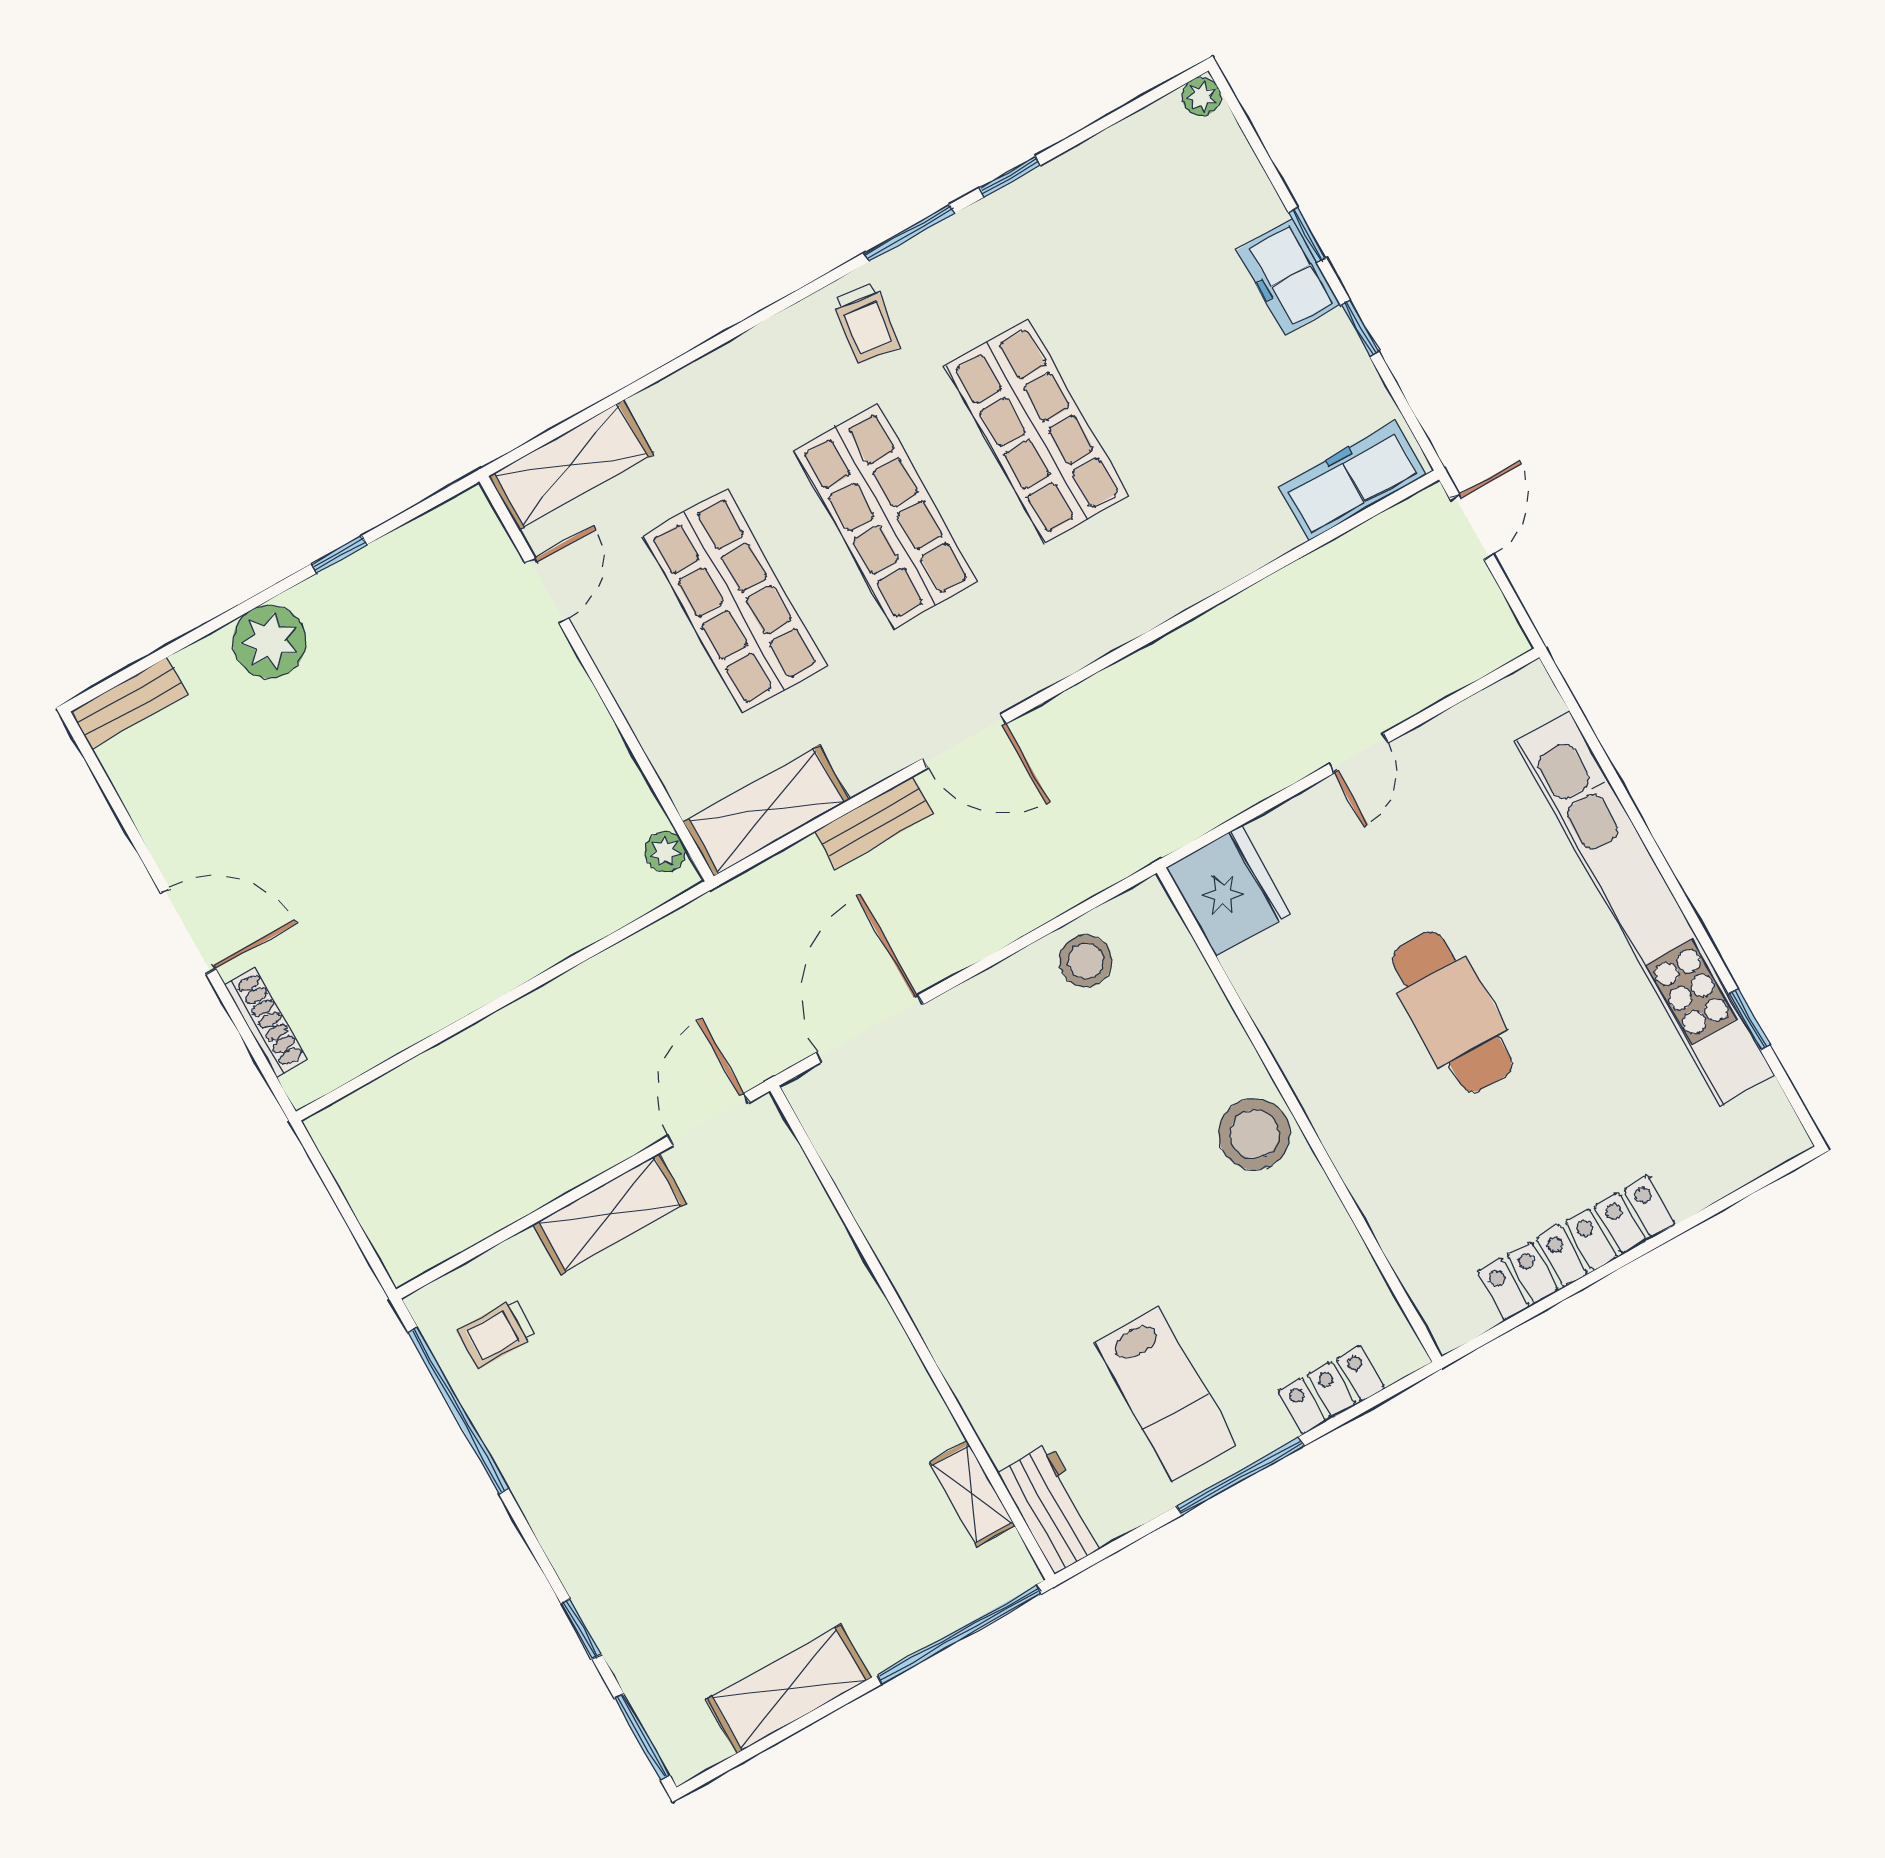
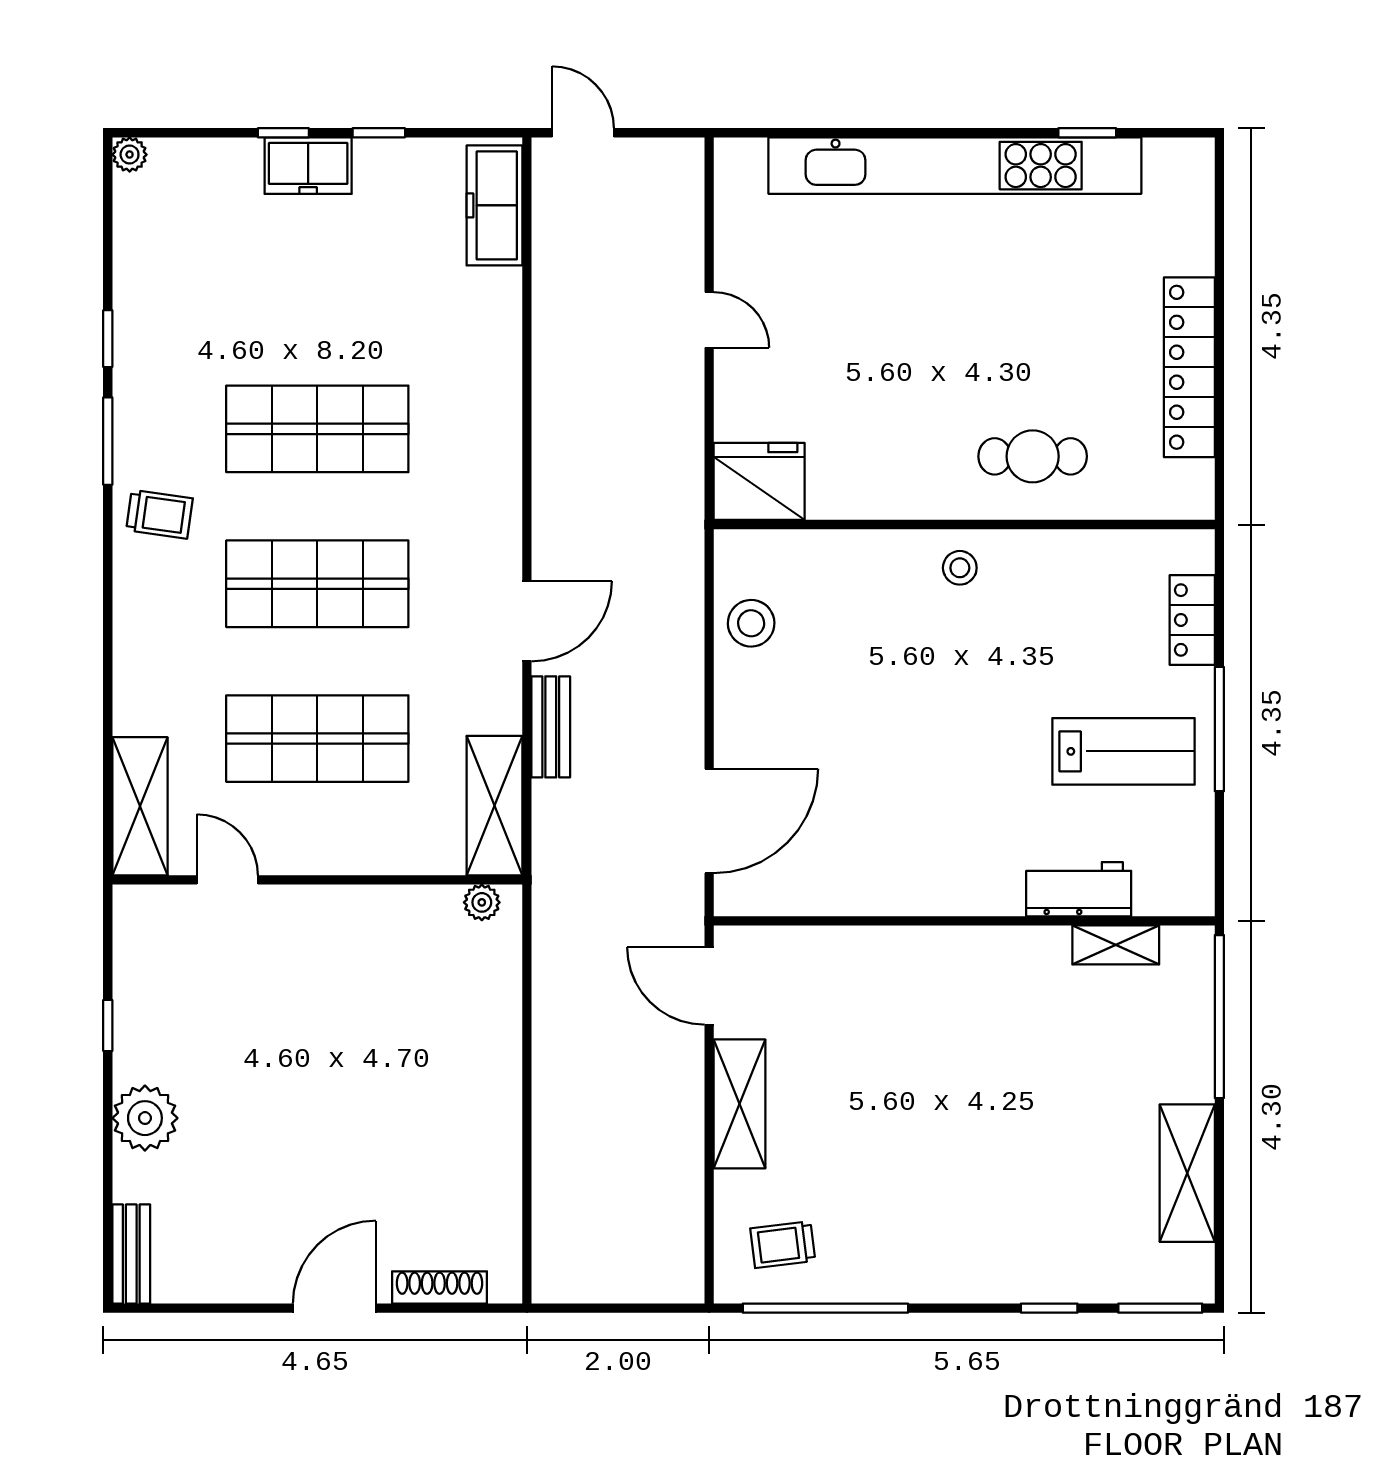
cafe table: (1452, 1012) -> (1033, 456), moved, width x0.73, depth x0.74
door: (870, 1029) -> (709, 821), swing flipped
stool: (1254, 1134) -> (960, 568), width x0.53, depth x0.53
trolley: (497, 1334) -> (783, 1245), turned 83
workbench: (1052, 1509) -> (1079, 889), moved

